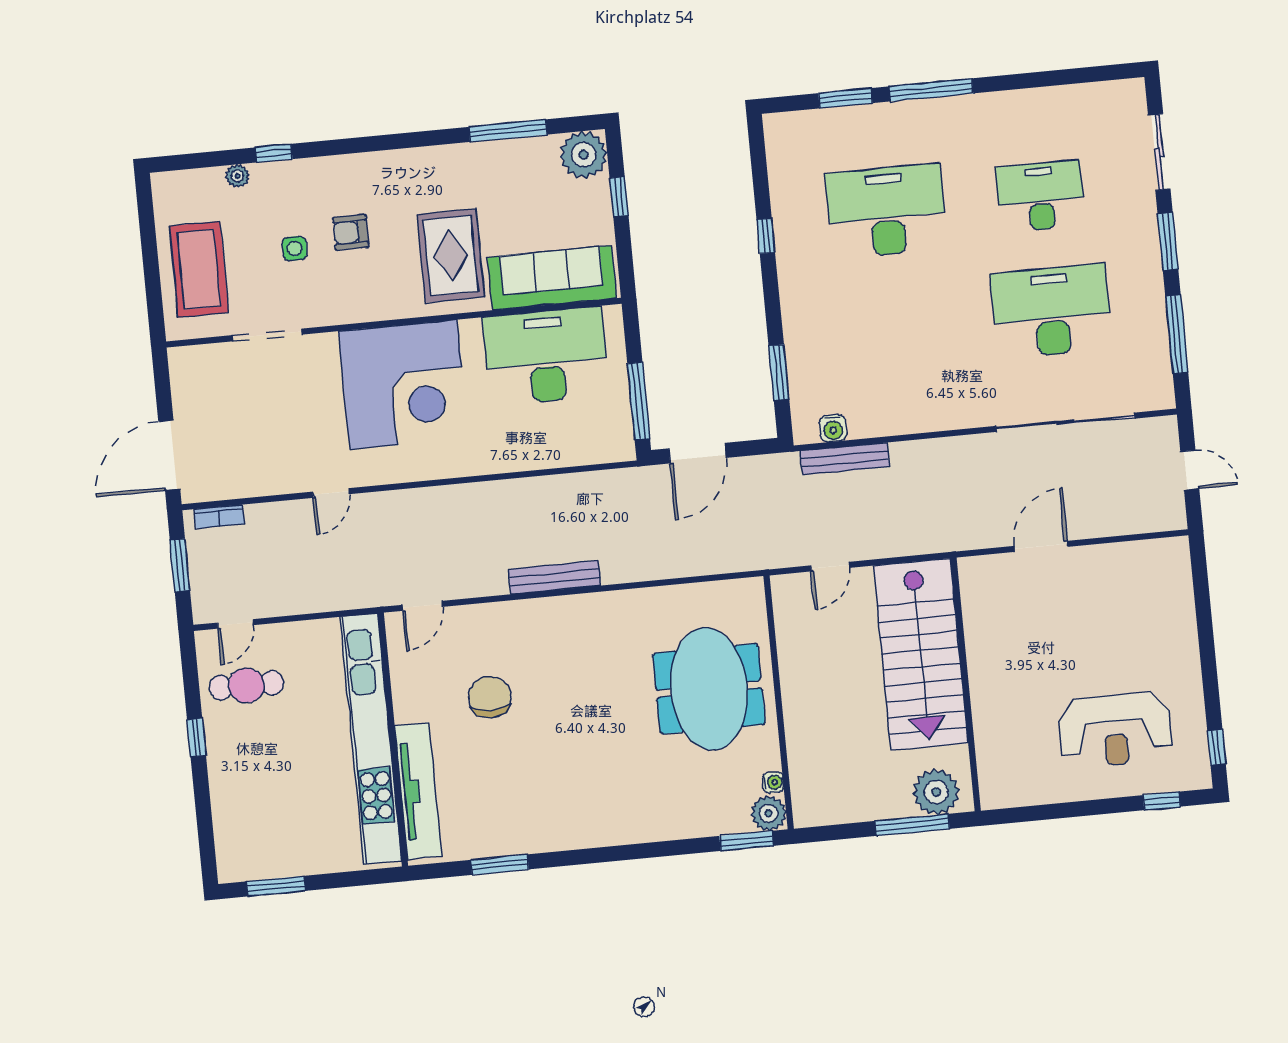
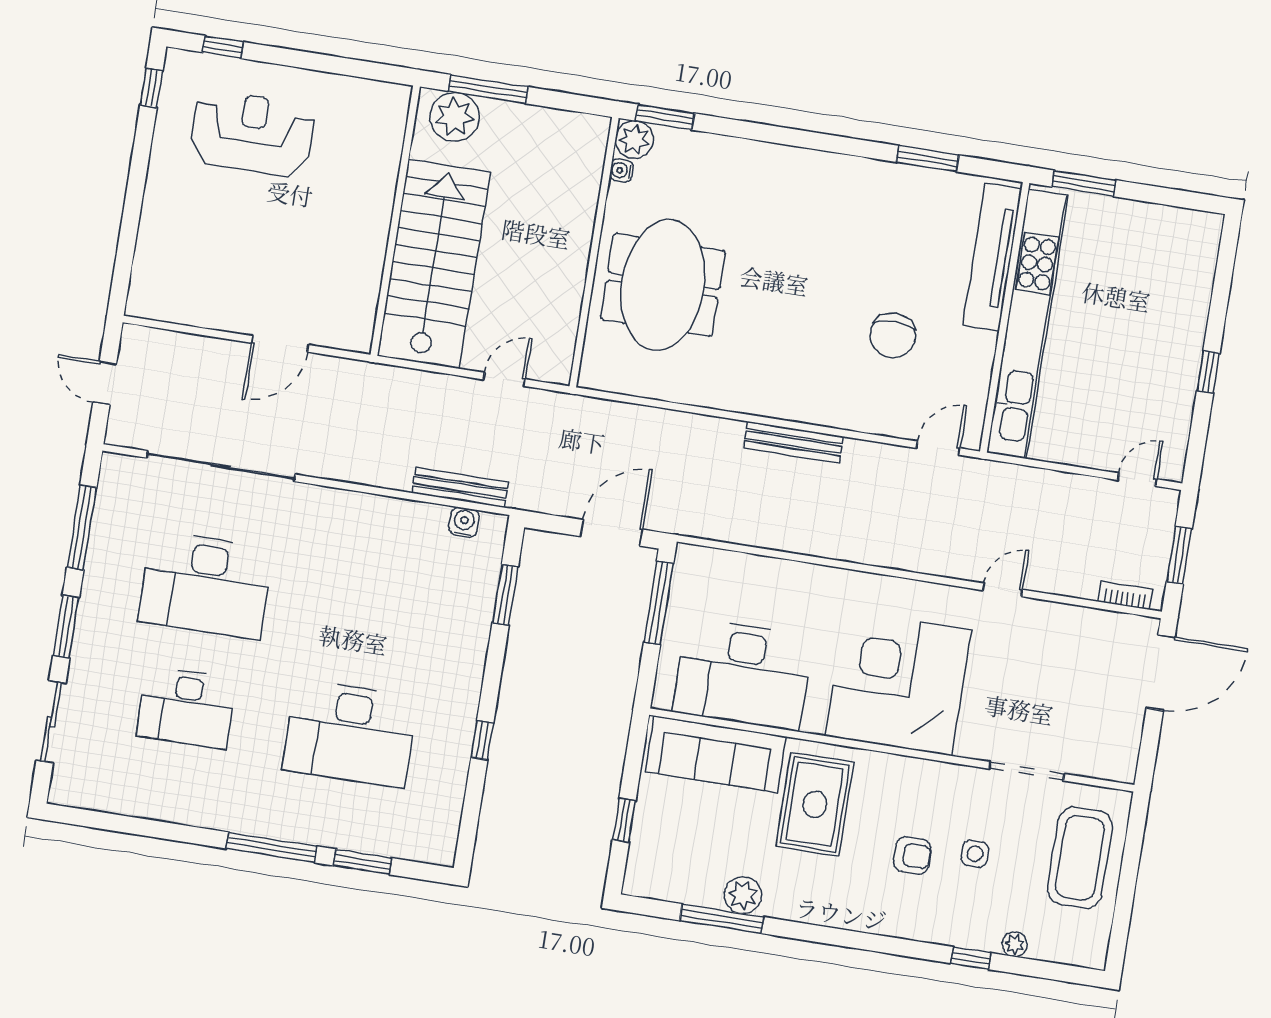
plant: (584, 155) -> (743, 895), moved, width x0.73, depth x0.73
cafe table: (246, 685) -> (1142, 413), removed
window: (276, 886) -> (1084, 183), moved

